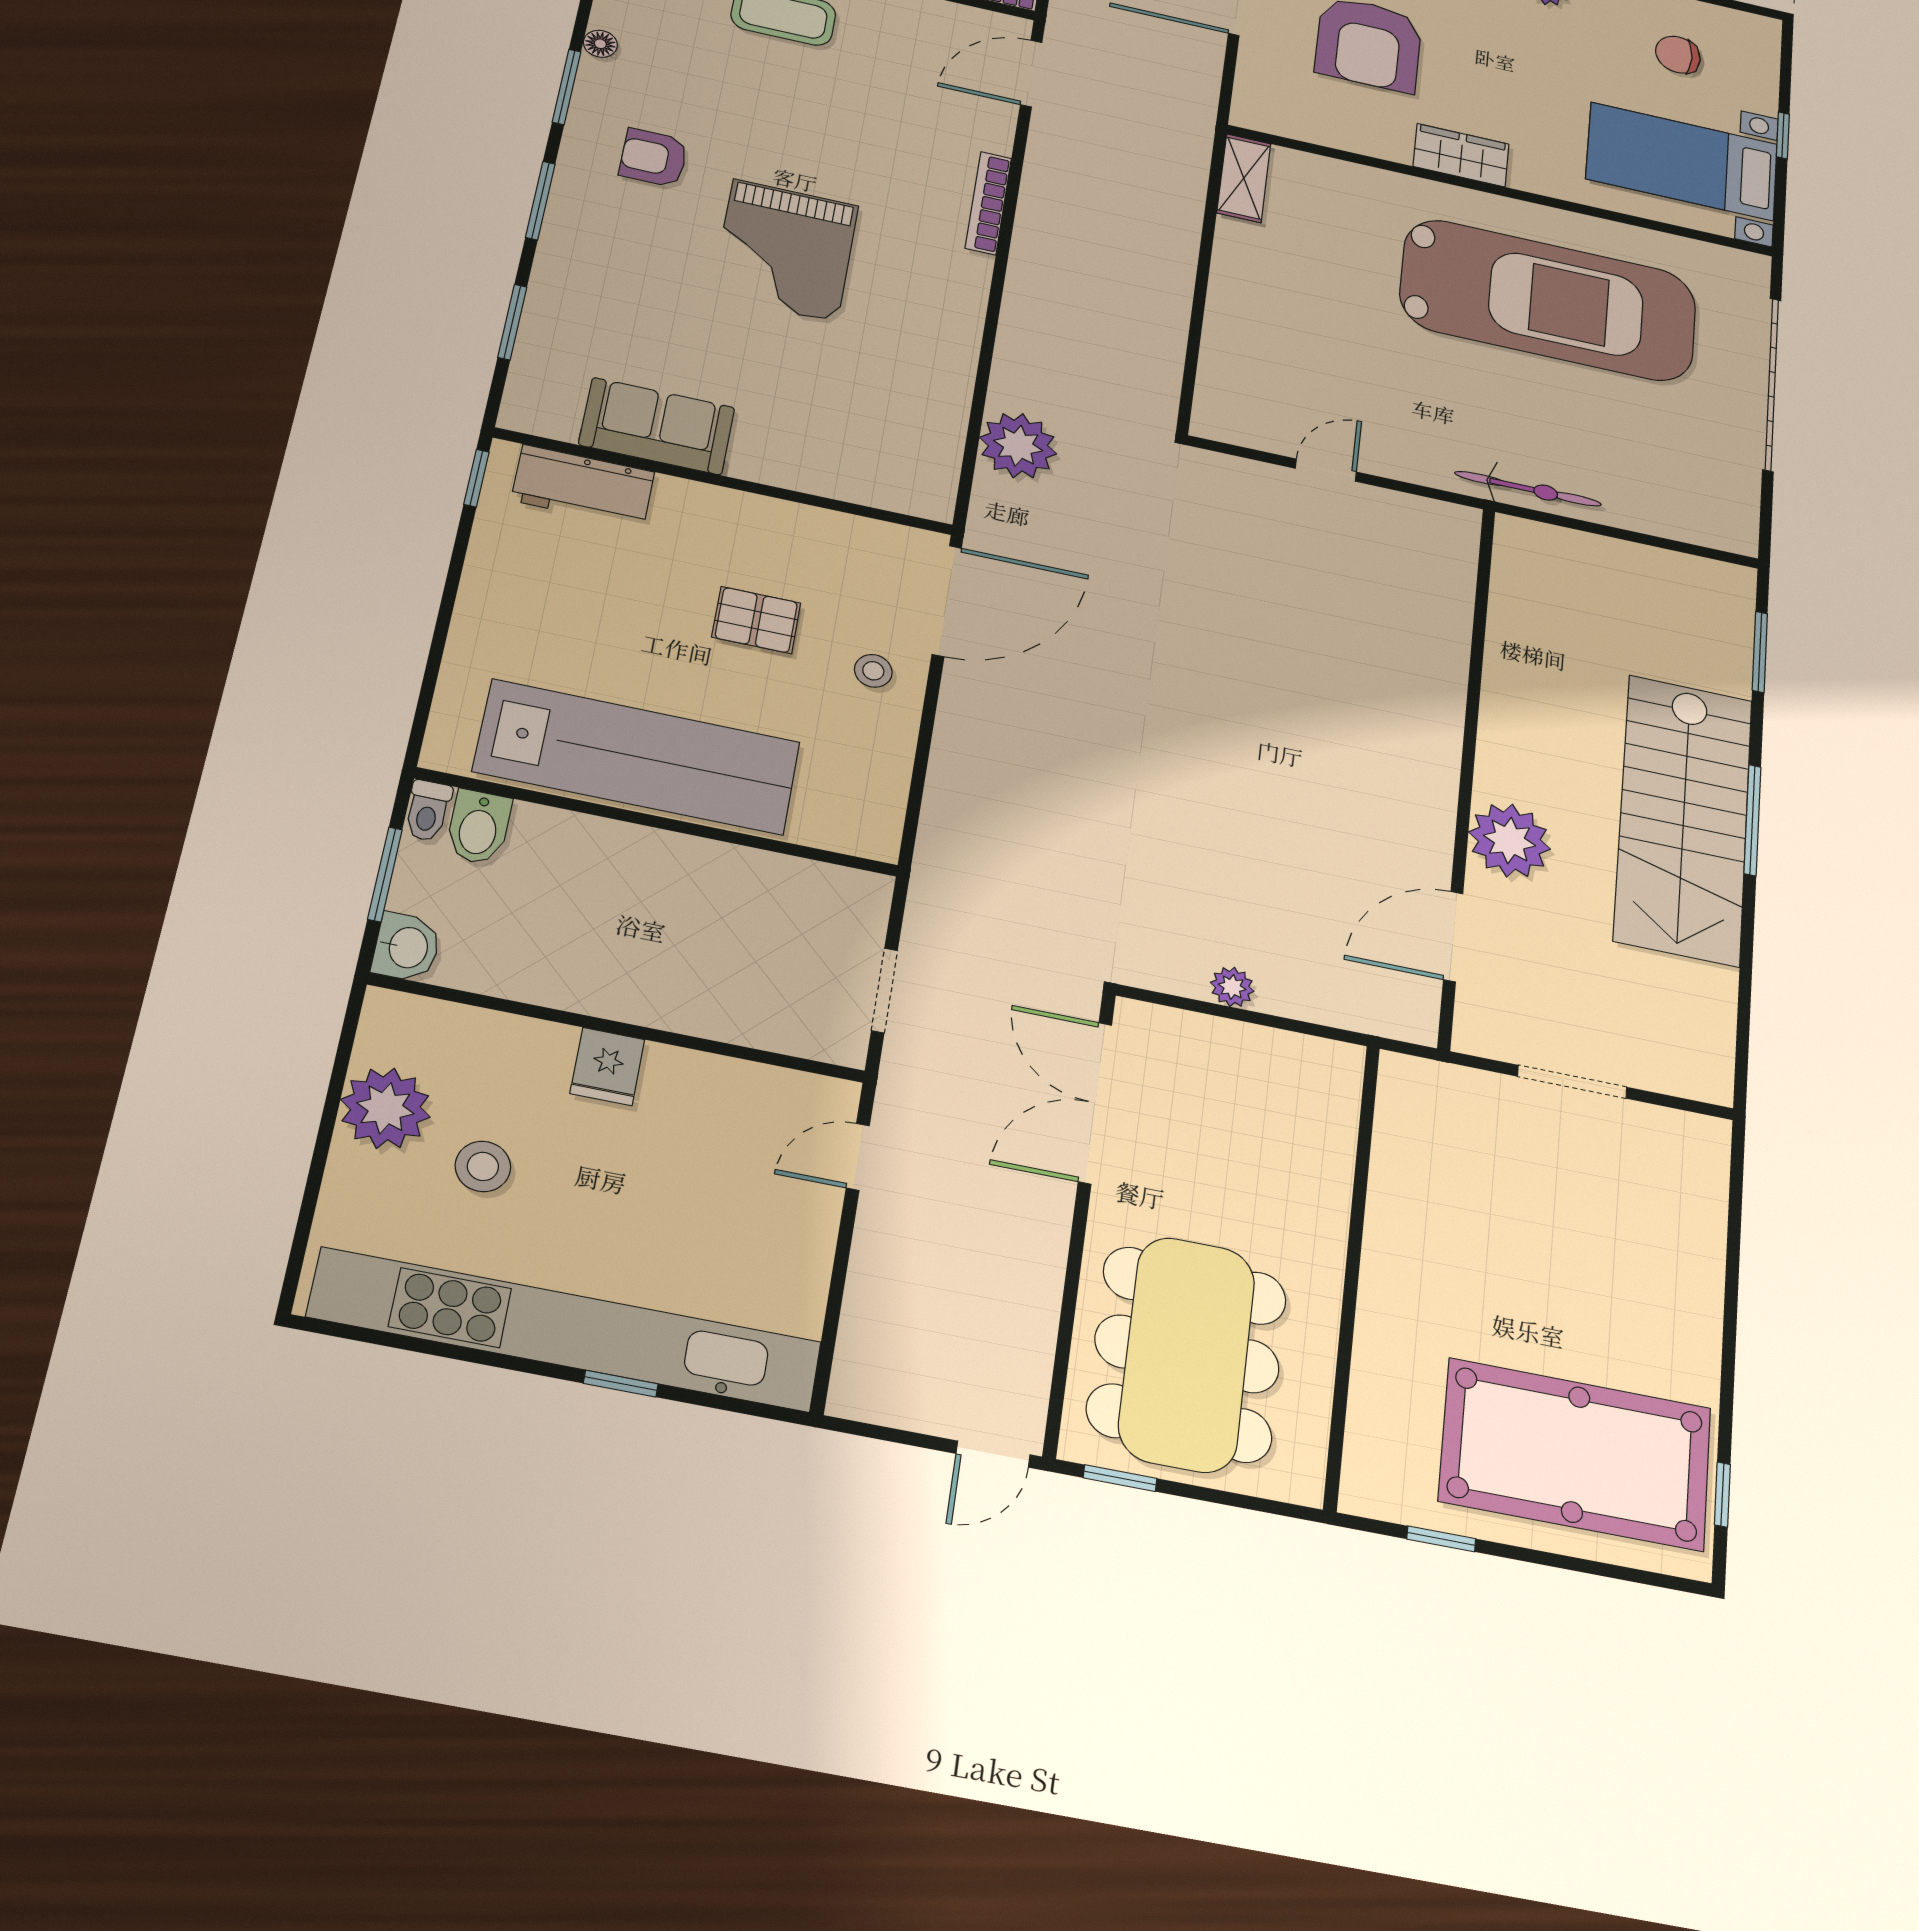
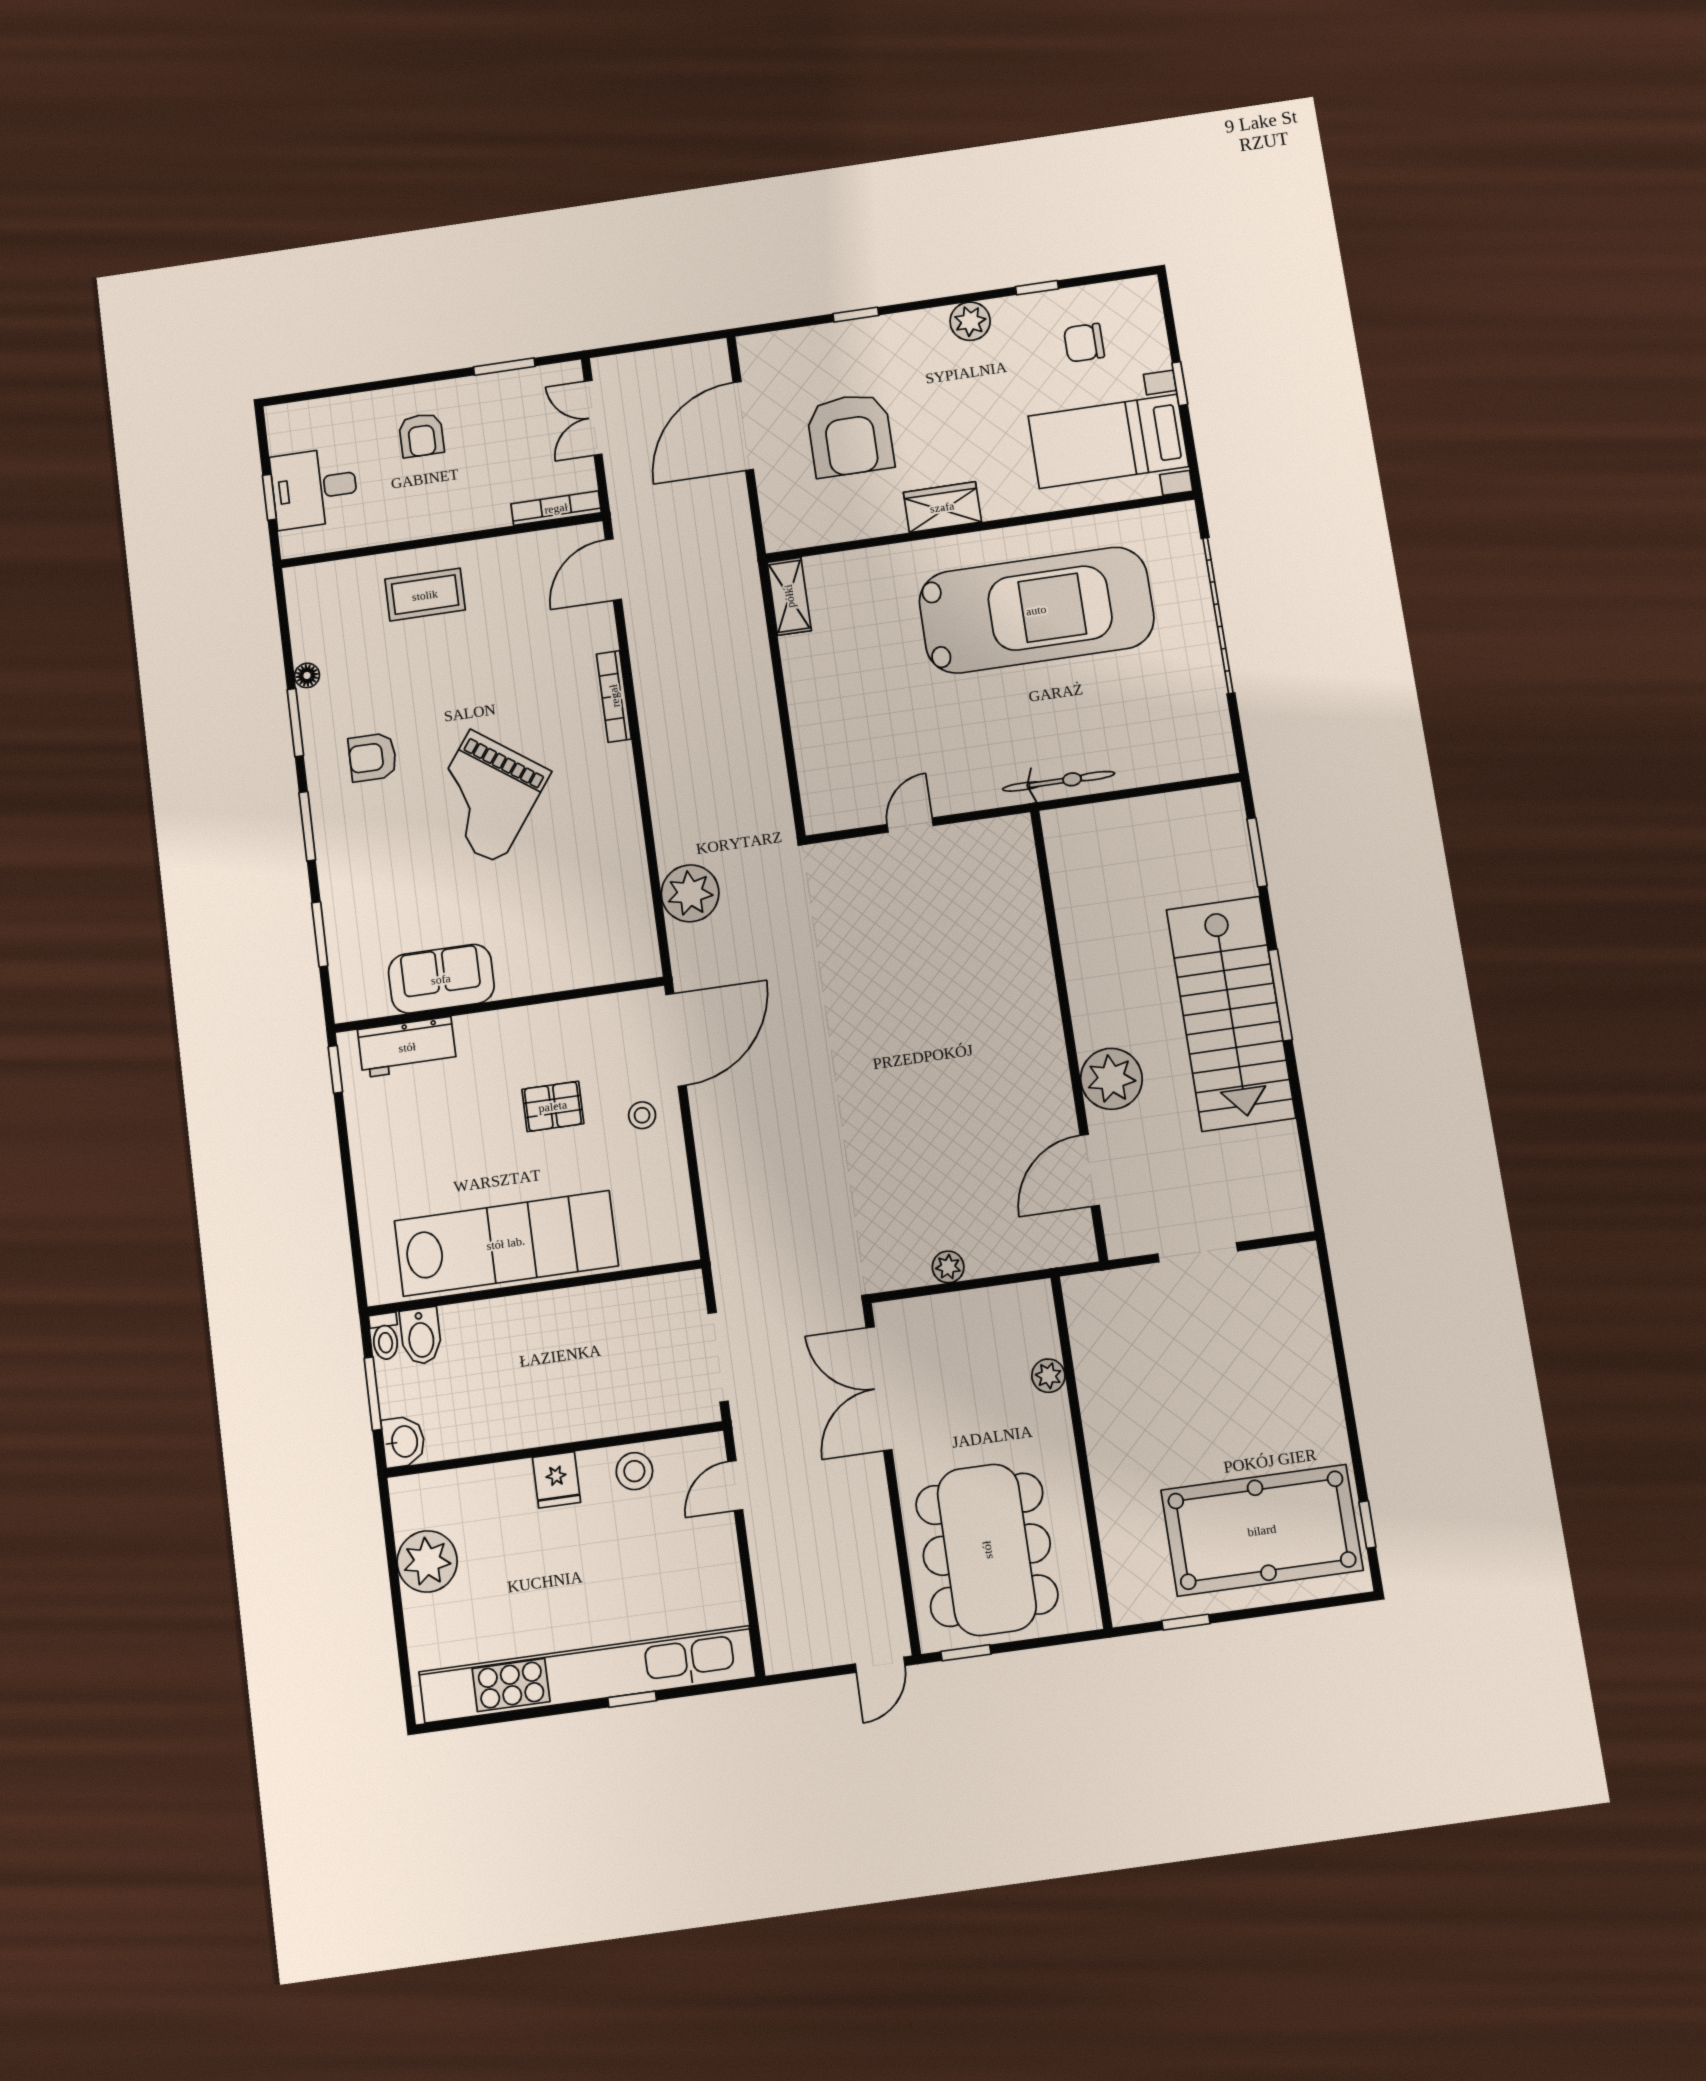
grand piano: (785, 250) -> (485, 797), turned 36
doorway: (884, 990) -> (718, 1357), width x1.38
plant: (1332, 1164) -> (1048, 1376), added
stool: (483, 1166) -> (634, 1471), moved

